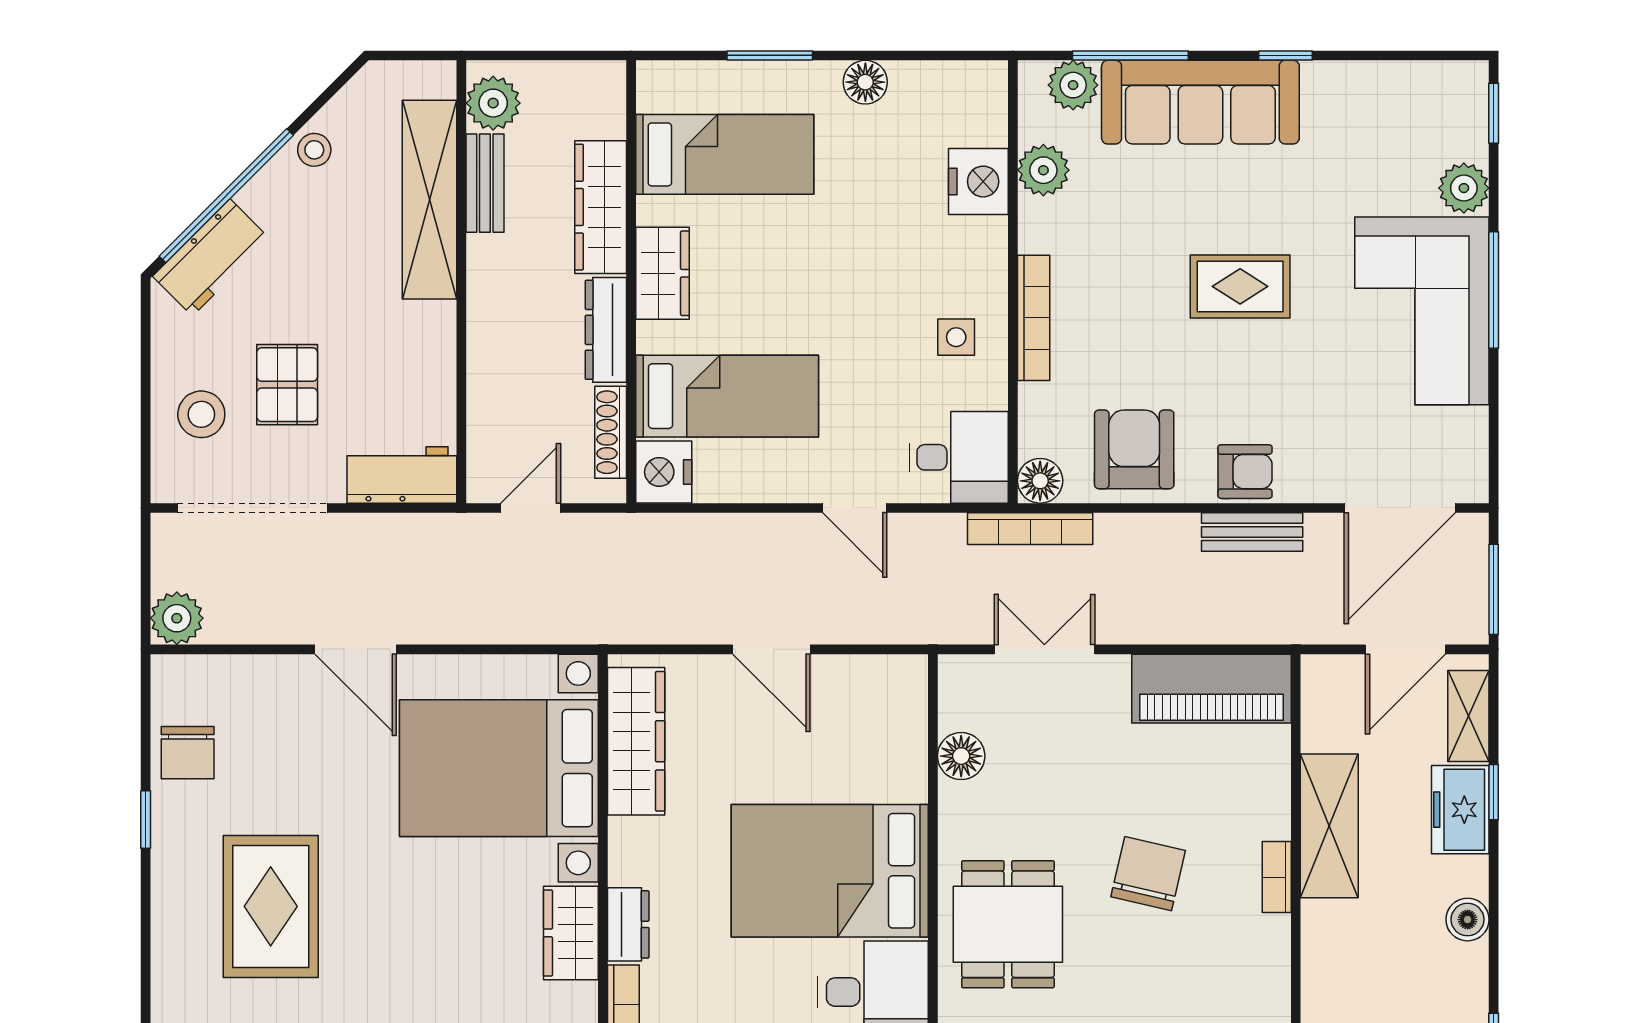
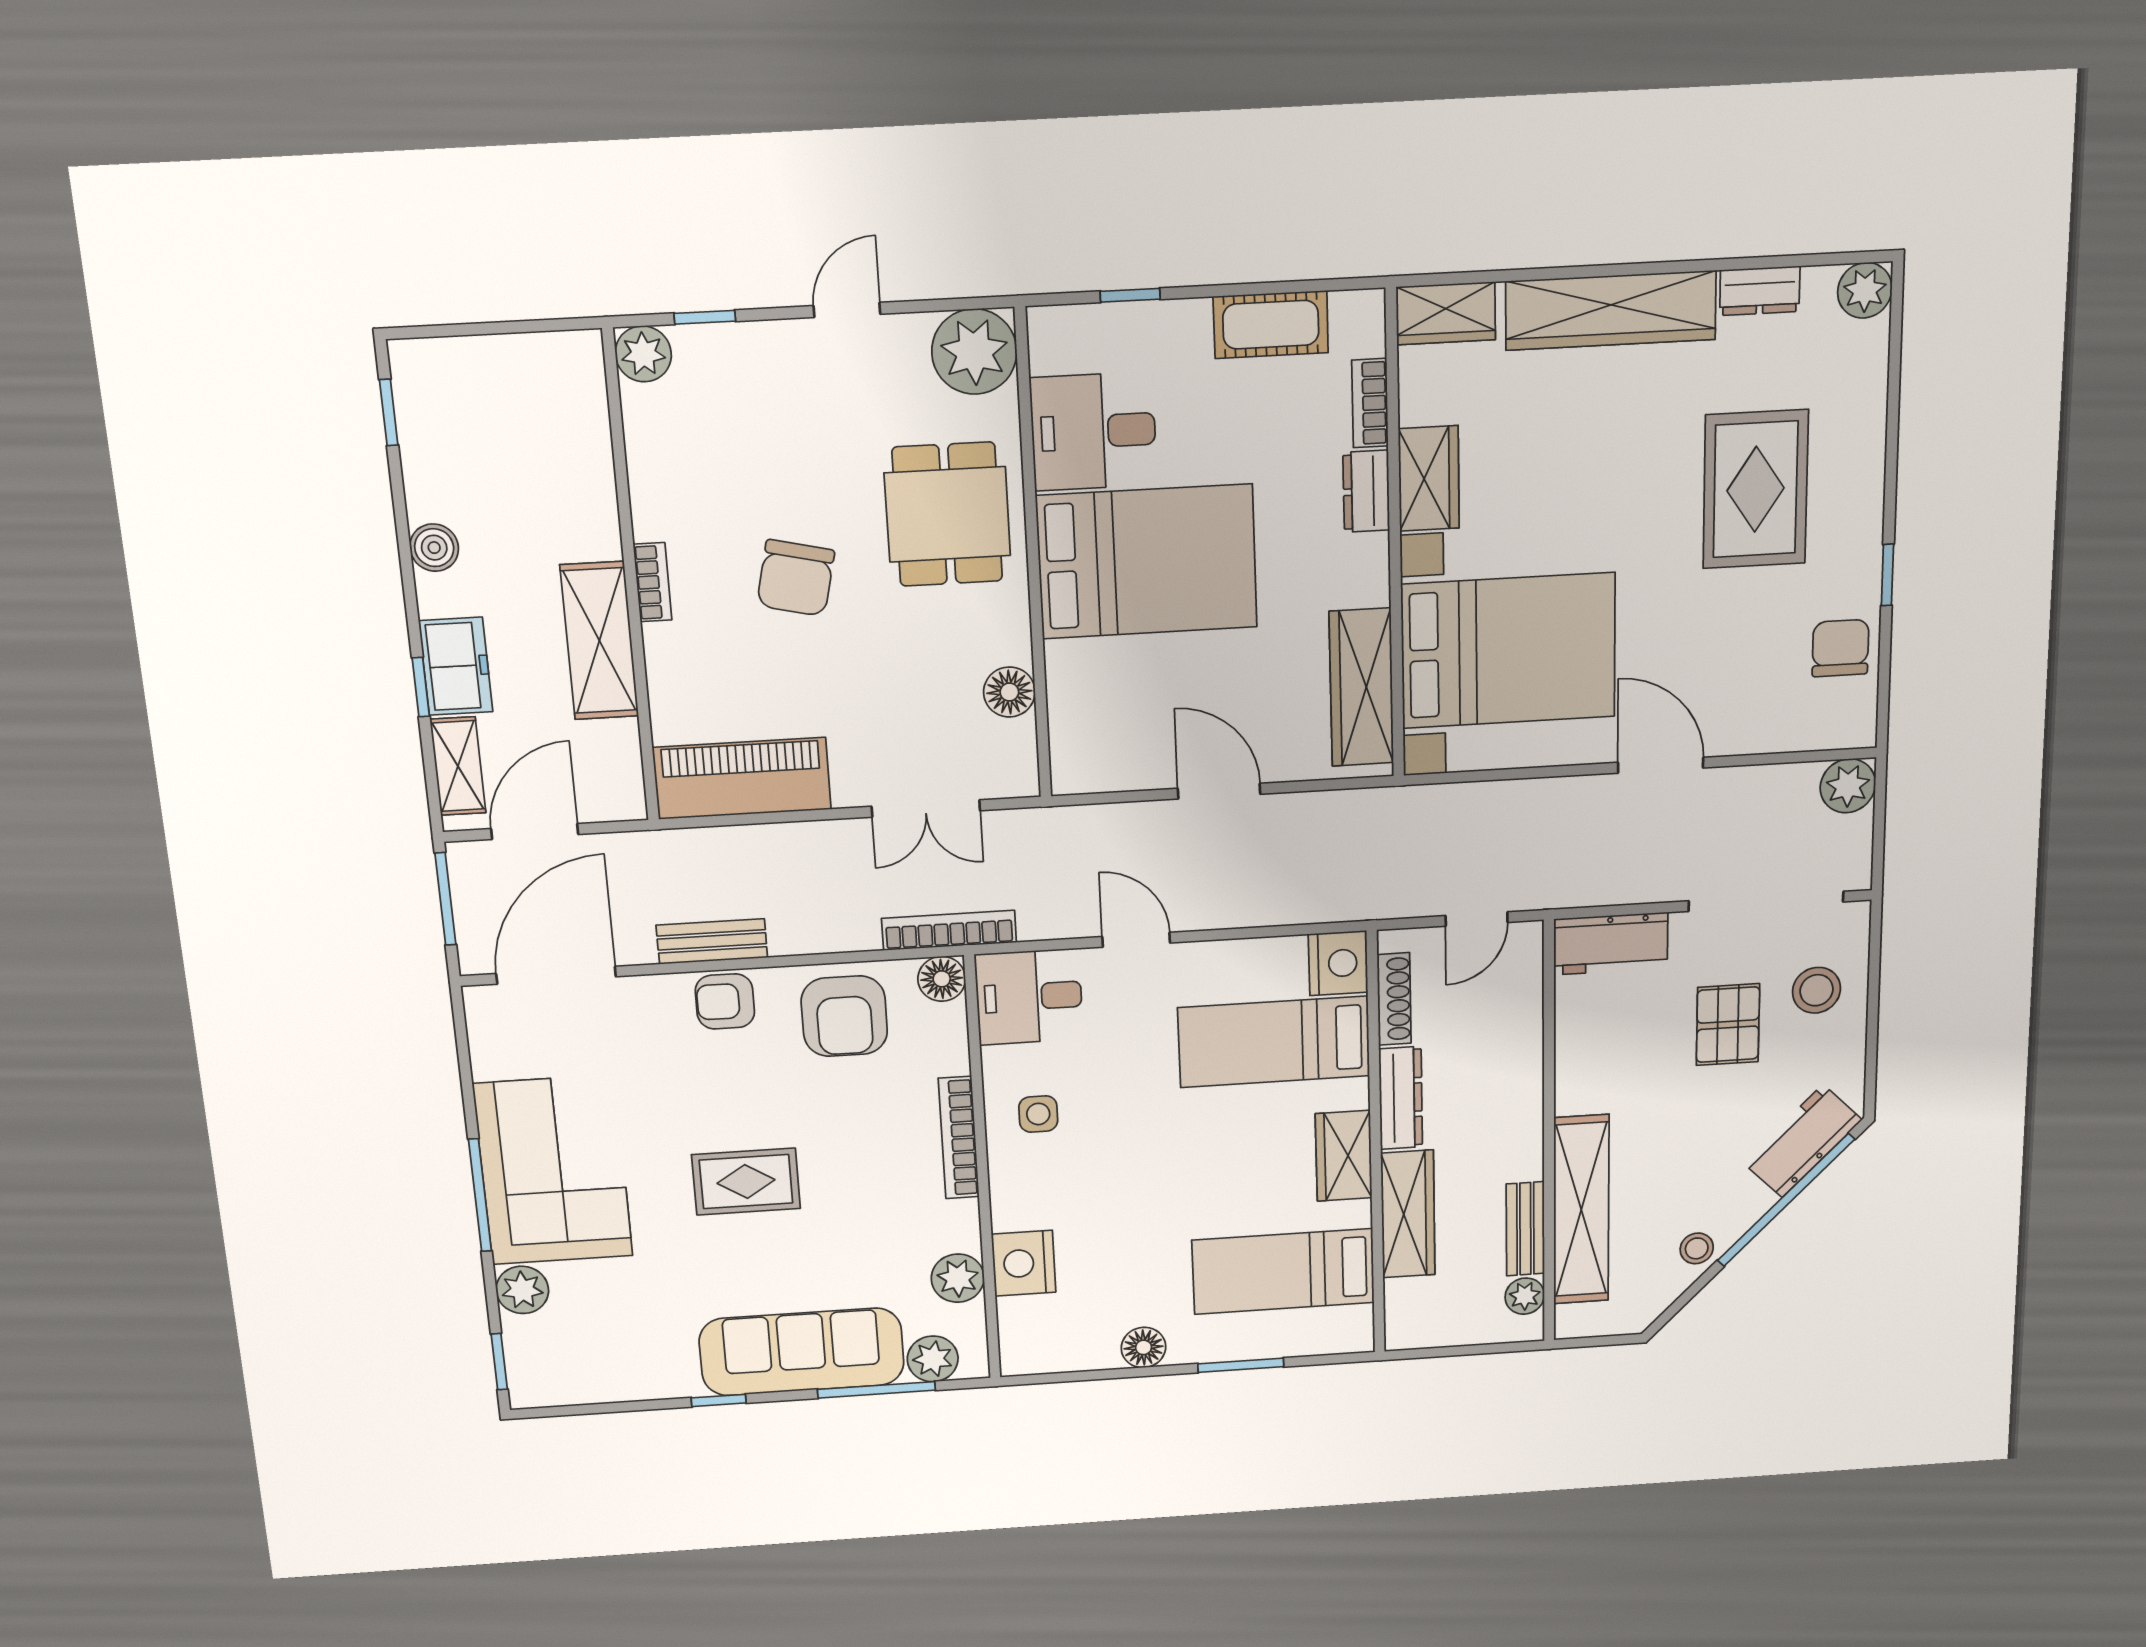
plant: (493, 103) -> (1525, 1296), width x0.73, depth x0.73

